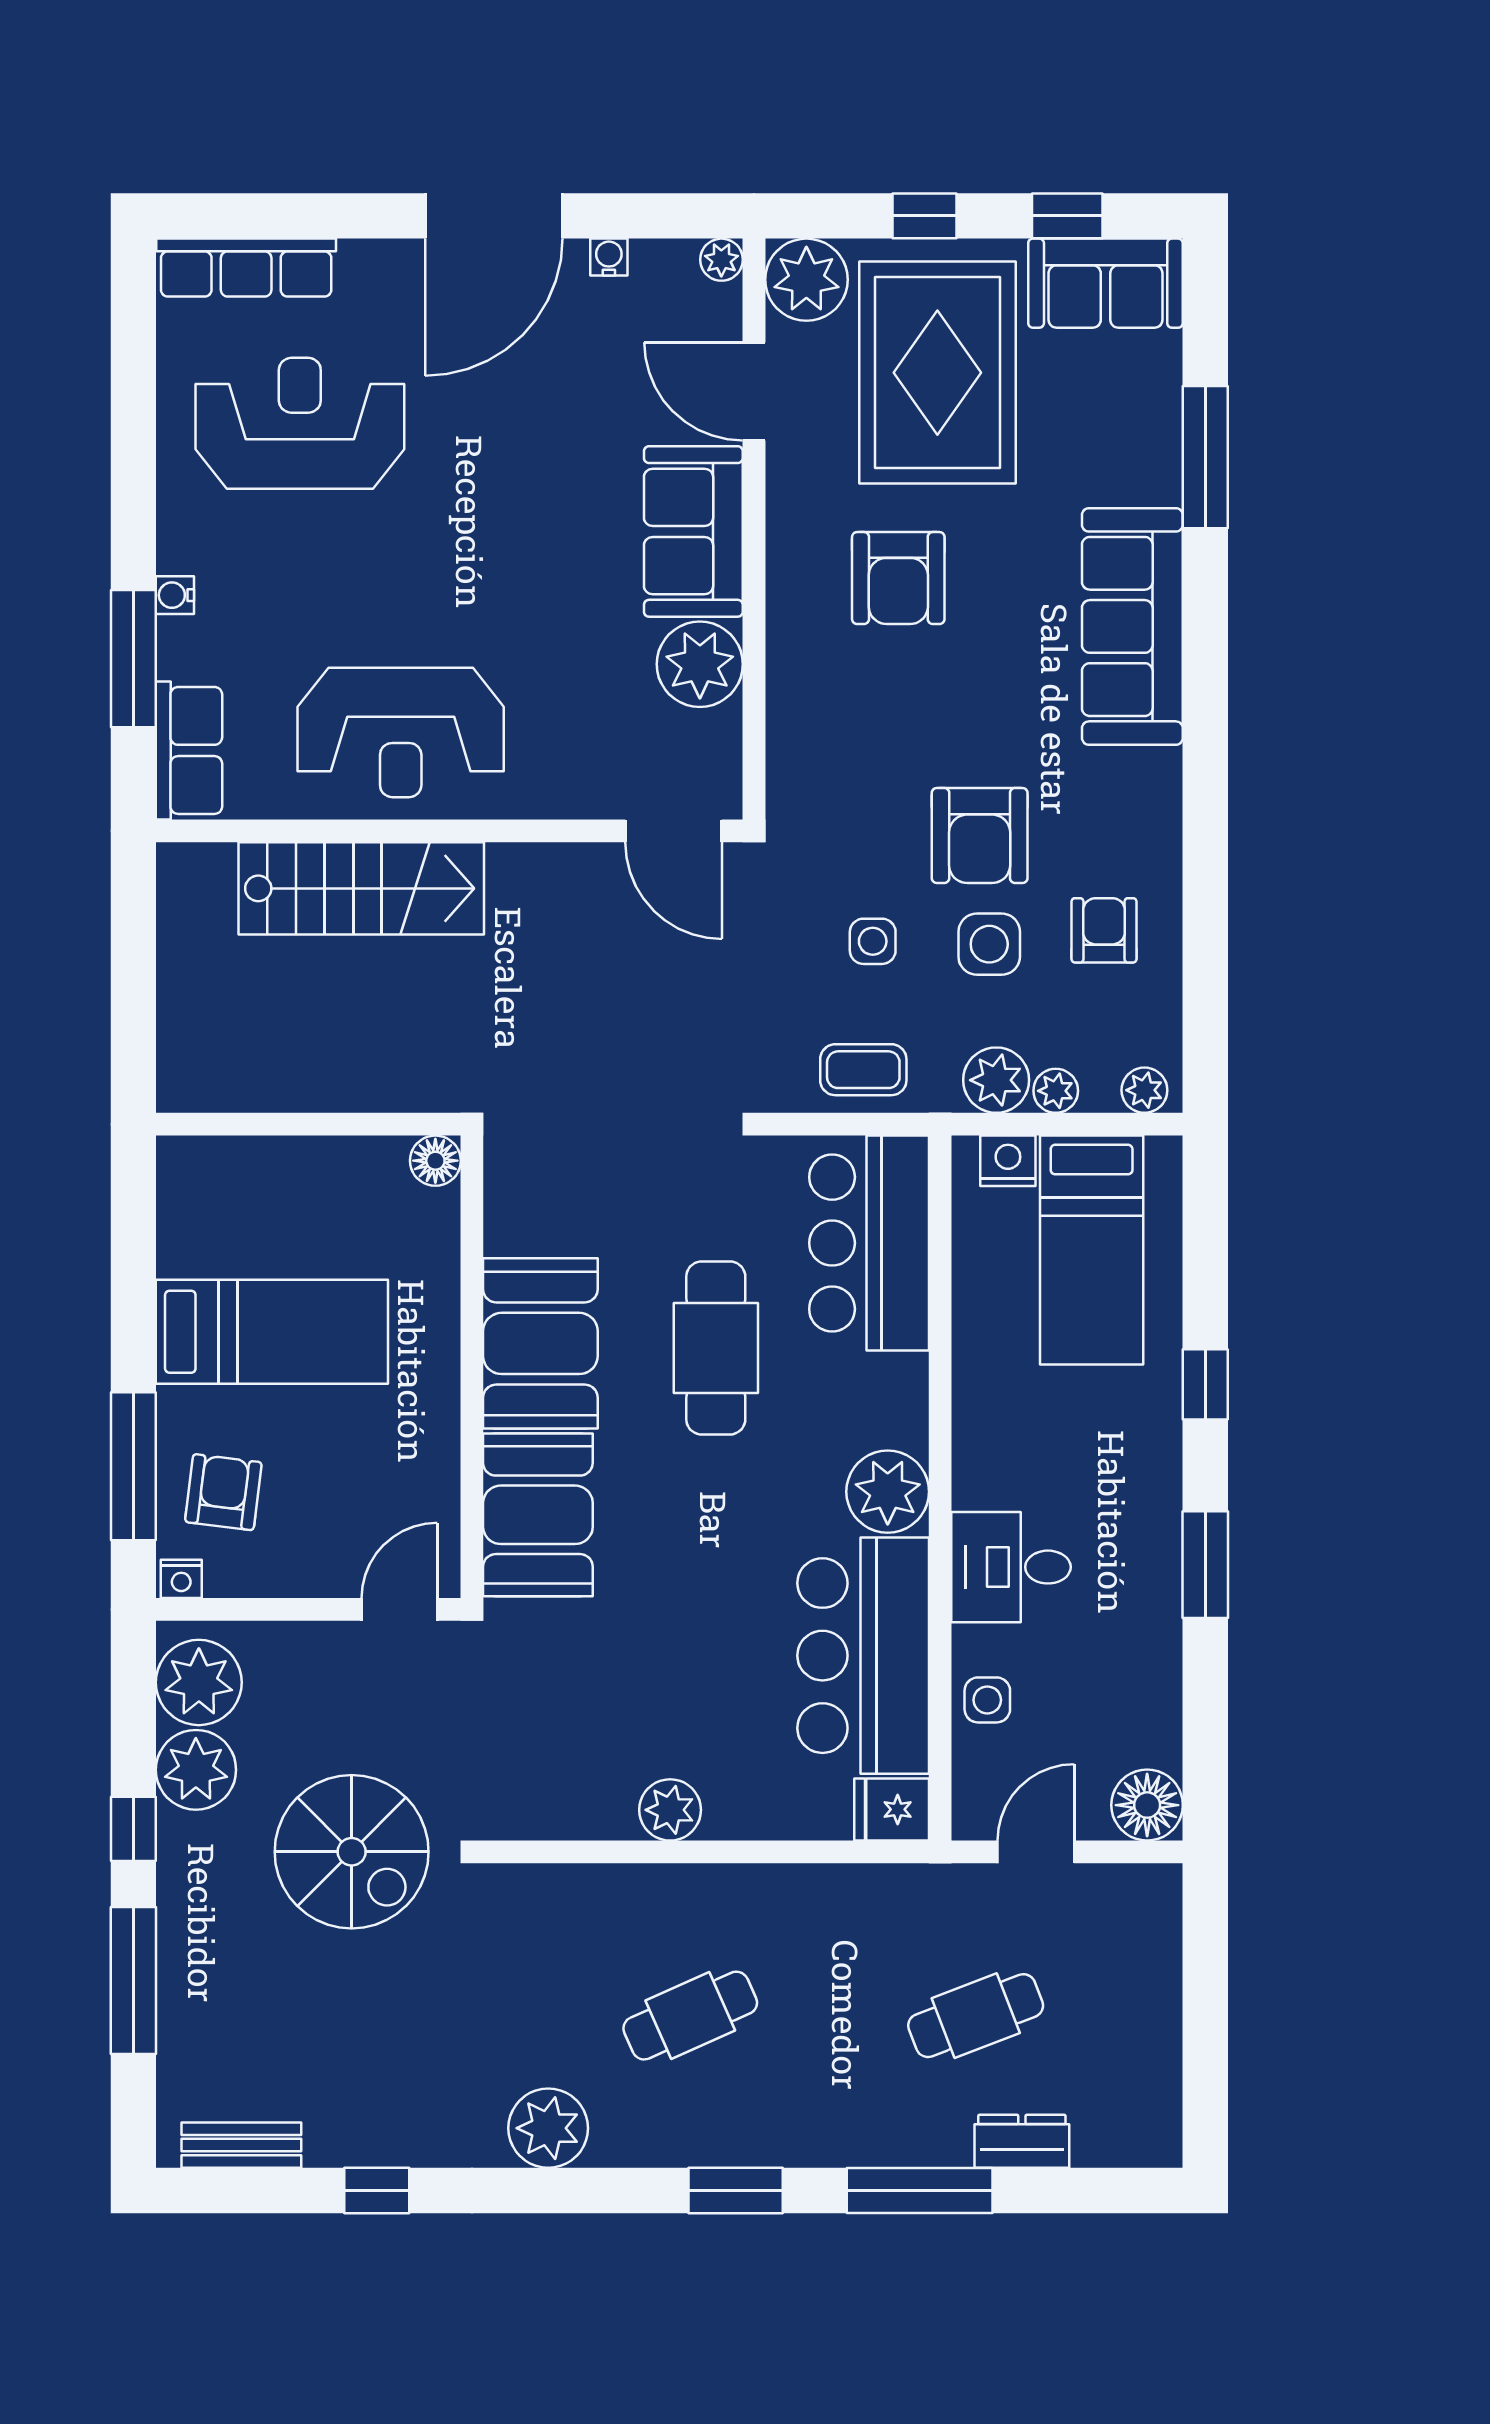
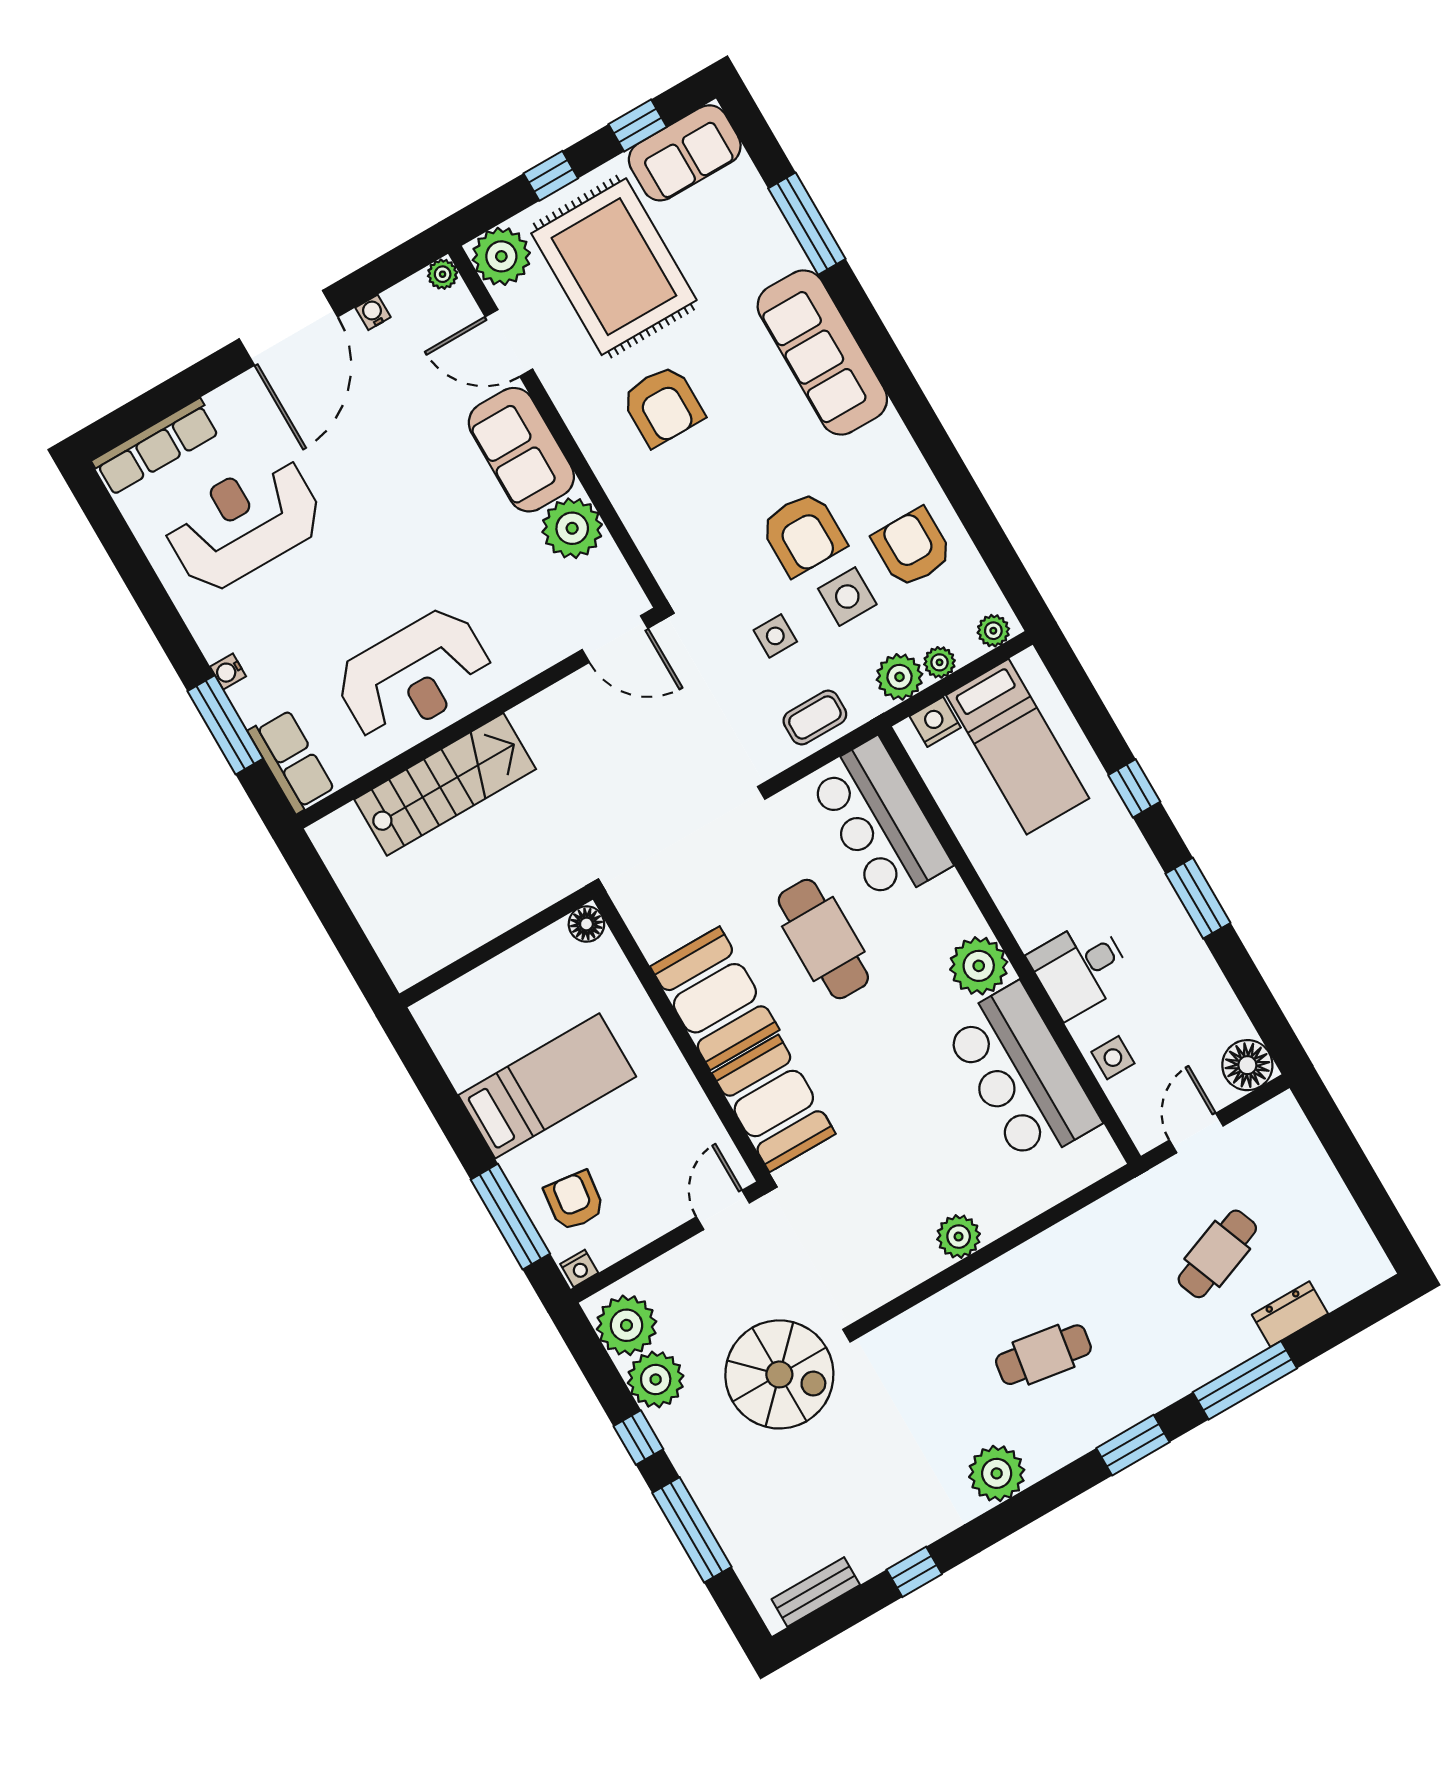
armchair: (1104, 930) -> (912, 548), width x1.38, depth x1.38
fridge: (892, 1809) -> (1093, 1158), removed
cafe table: (690, 2016) -> (1043, 1355), turned 33

